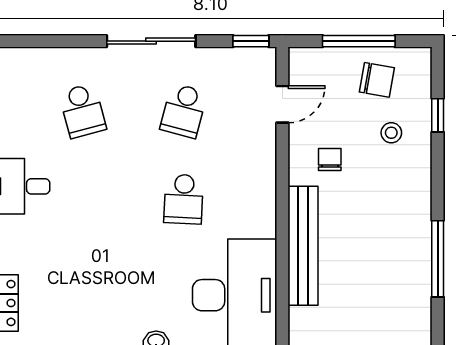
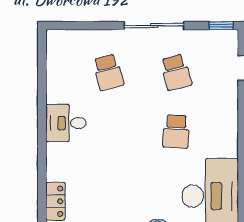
school desk: (184, 111) -> (176, 72), turned -30

